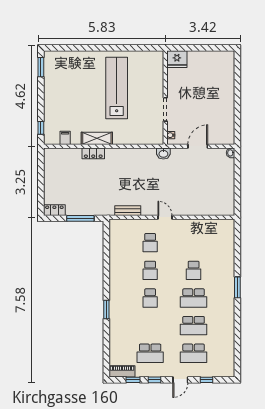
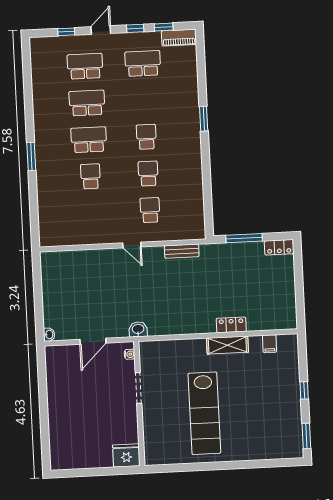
window: (41, 128) -> (304, 390), moved

